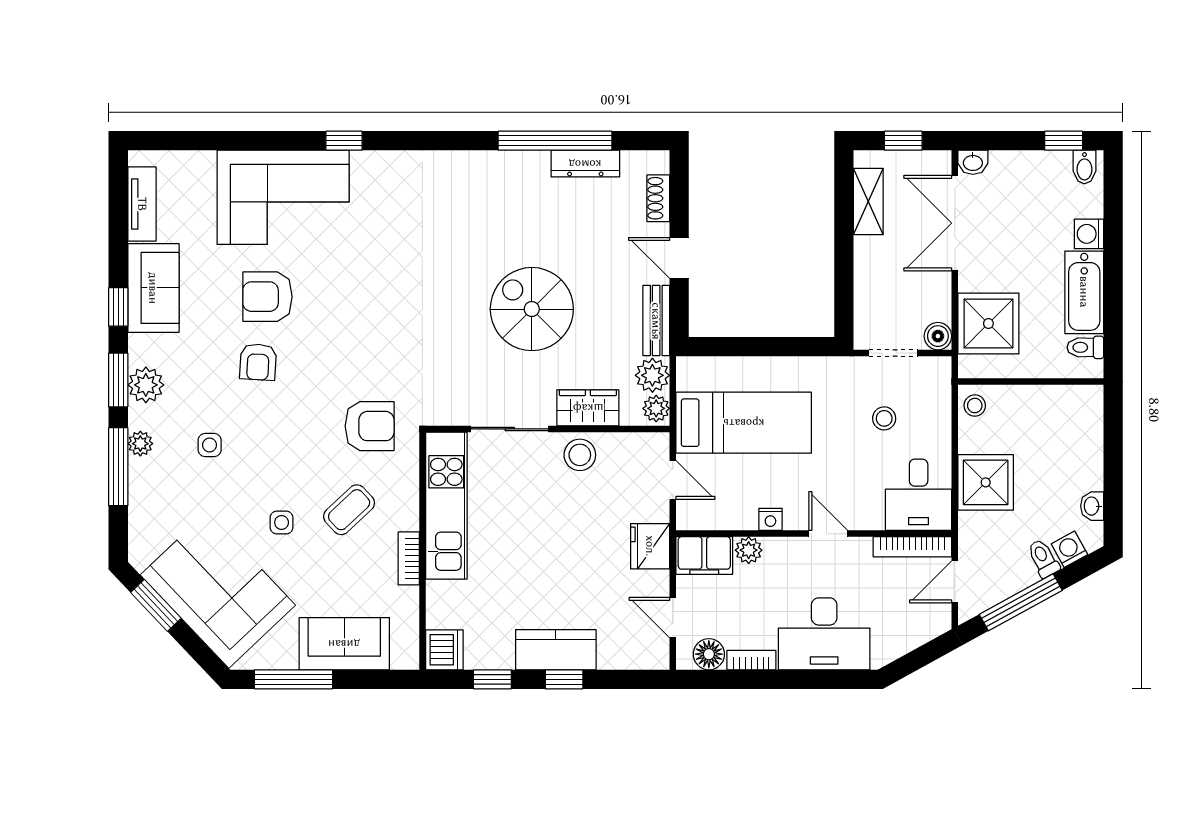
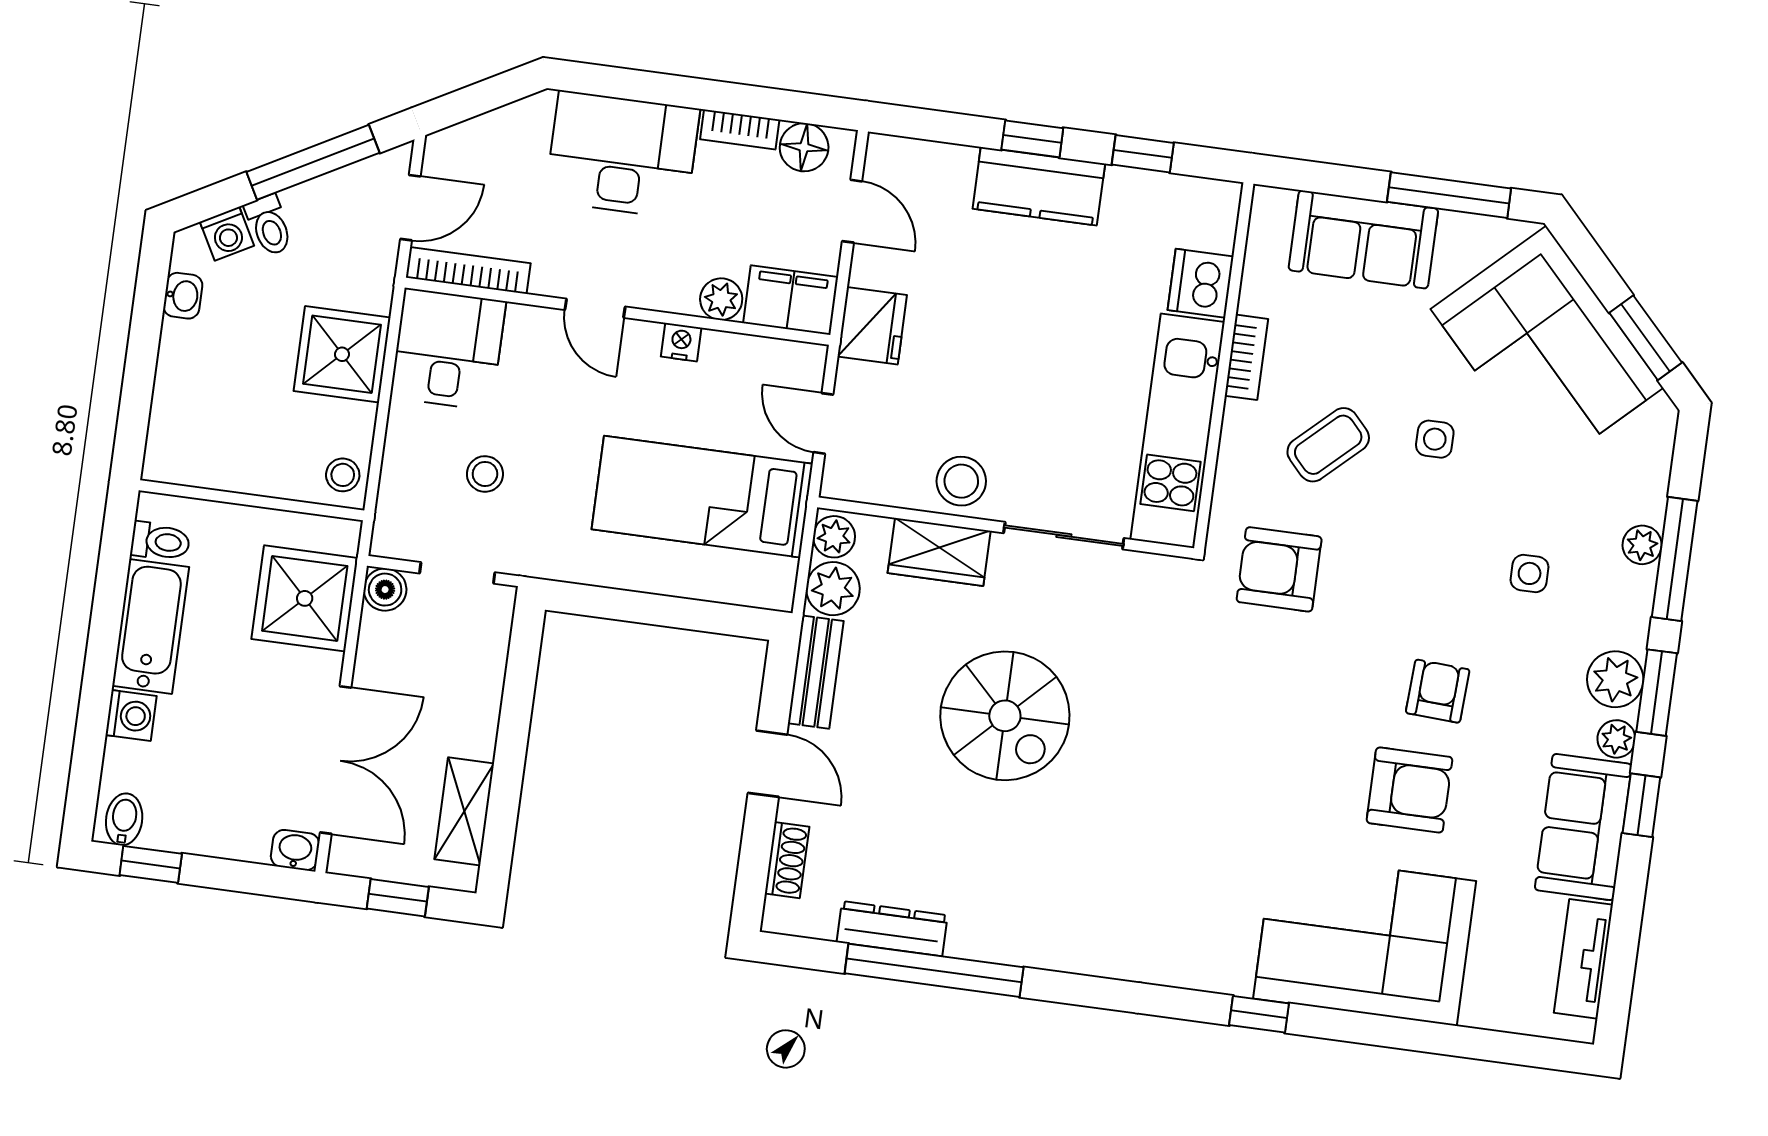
plant: (140, 347) -> (1616, 739), added
plant: (140, 444) -> (1642, 545), moved
dishwasher: (444, 650) -> (1201, 283), moved

